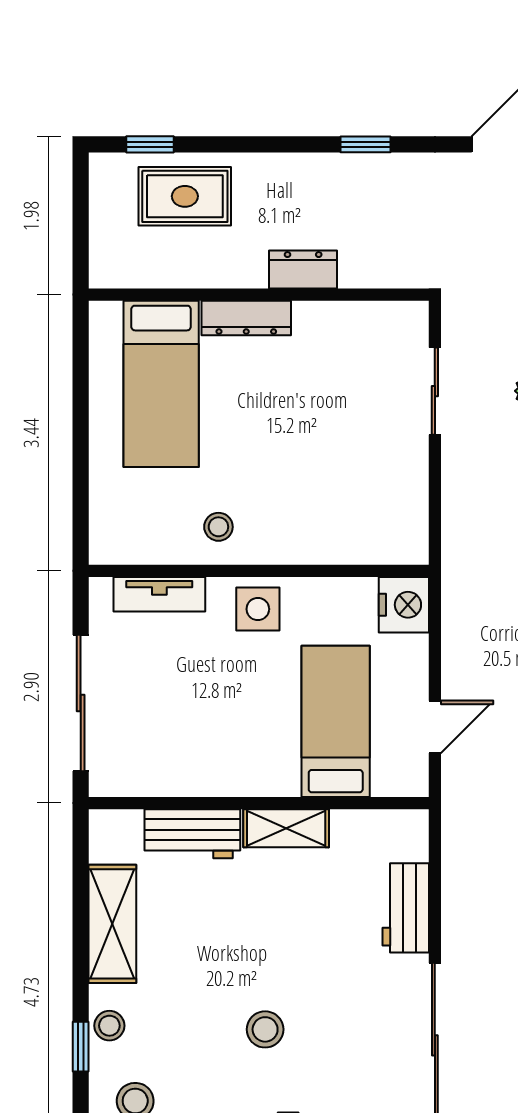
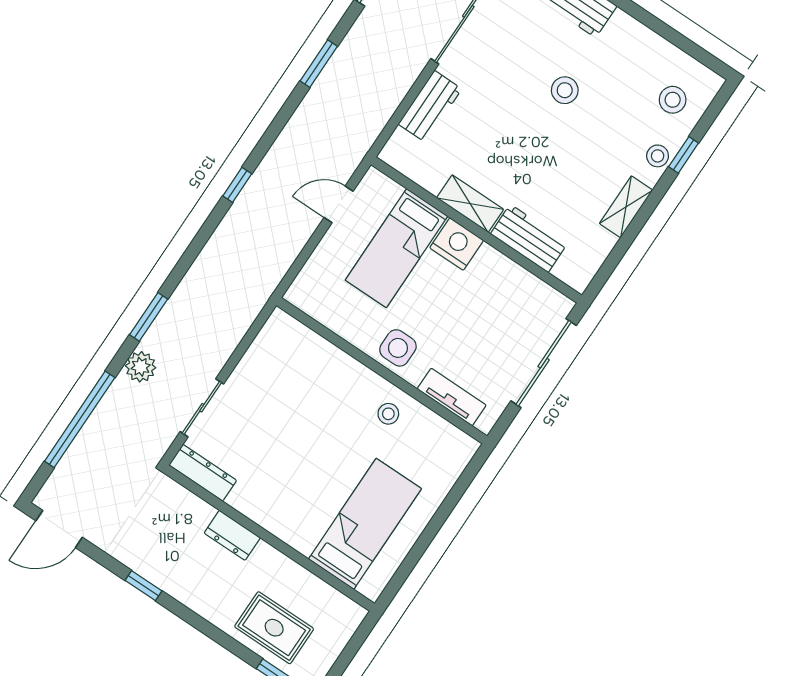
dresser: (246, 318) -> (203, 473), moved
nightstand: (404, 605) -> (457, 244), moved, turned 90
shelving: (112, 924) -> (626, 207), width x0.67, depth x0.75

